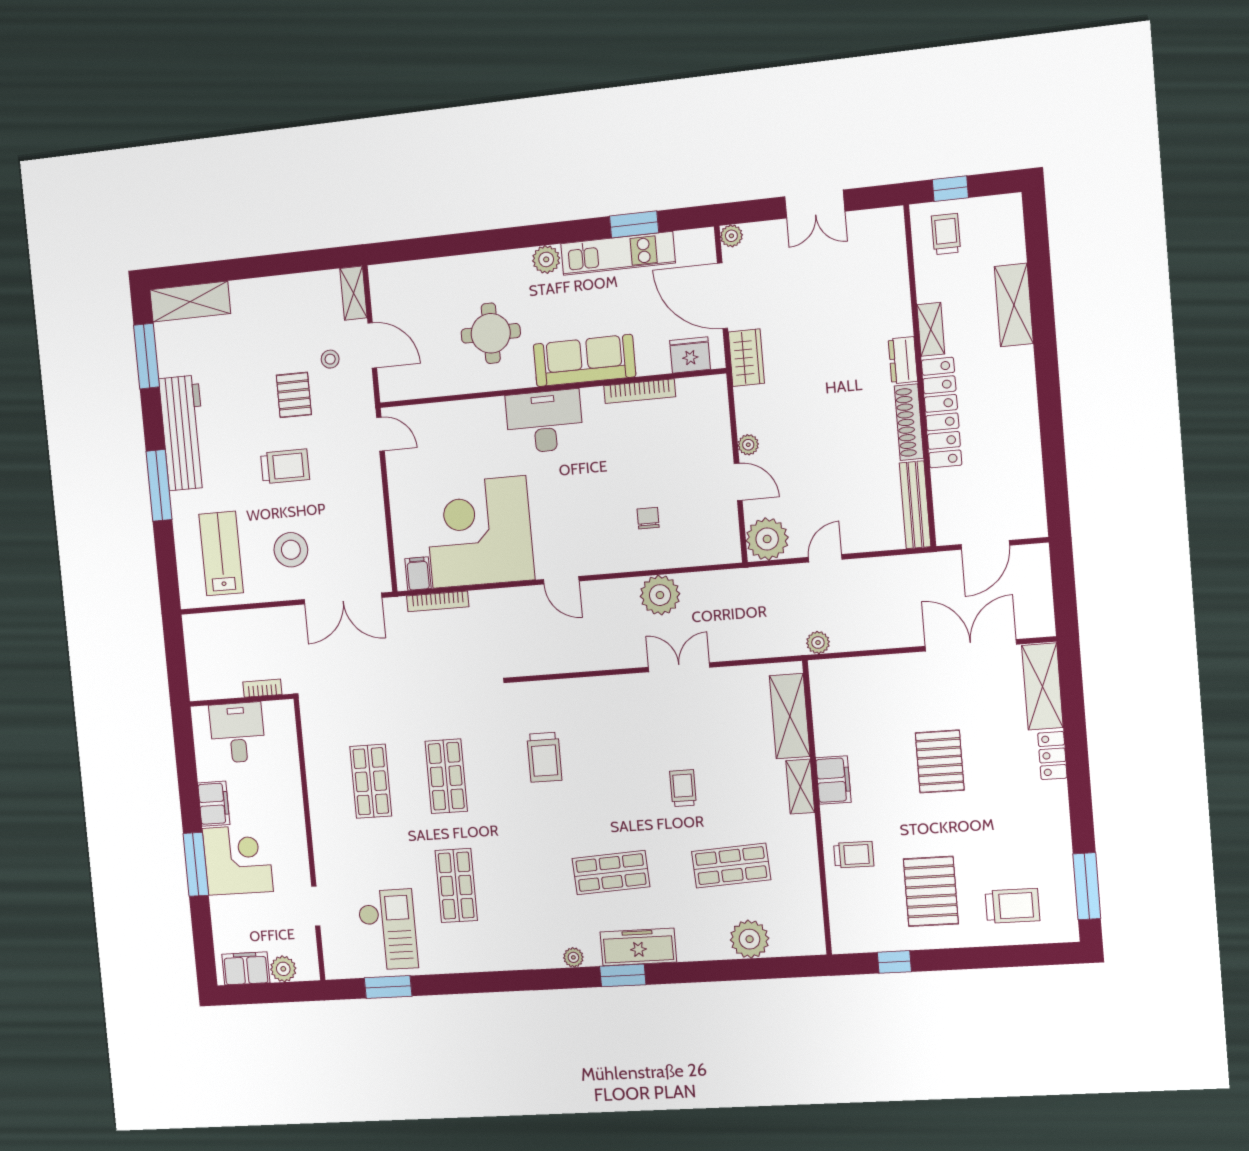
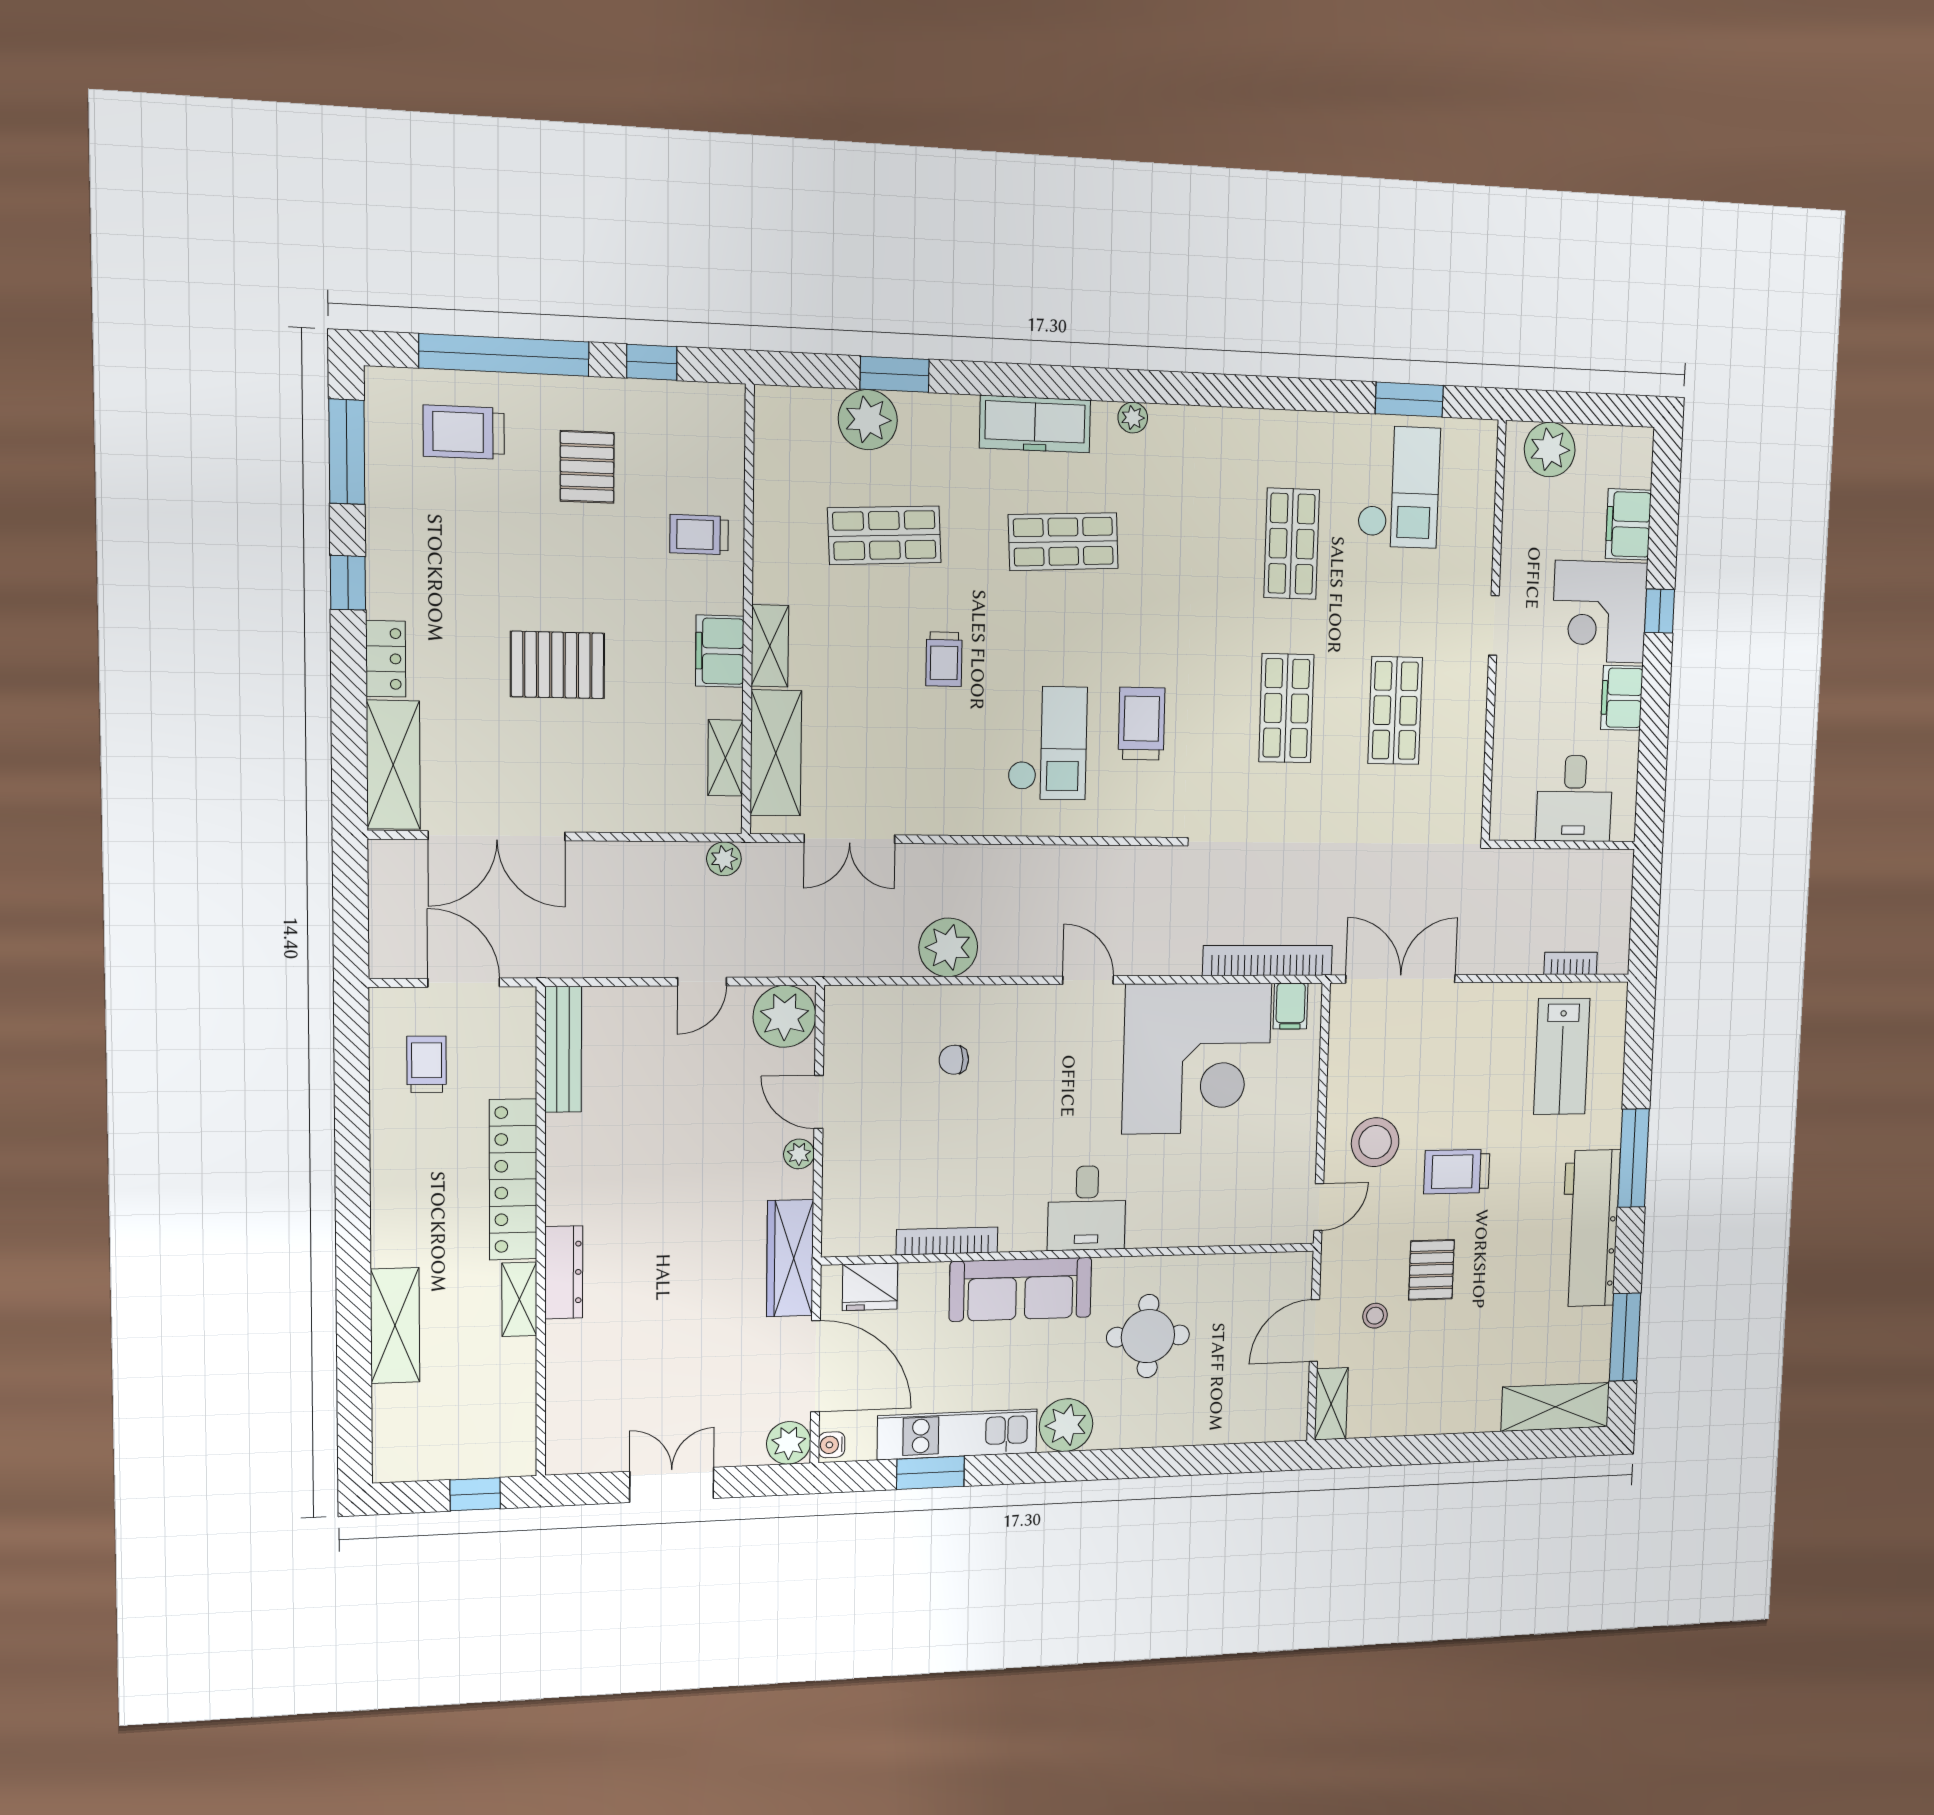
trolley: (946, 234) -> (427, 1064), moved, turned 180
plant: (731, 236) -> (789, 1443), width x1.38, depth x1.38
water cooler: (706, 240) -> (831, 1445), added
plant: (546, 259) -> (1066, 1425), width x1.36, depth x1.36
door: (372, 345) -> (1314, 1331), hinge flipped
wardrobe: (746, 358) -> (790, 1258), width x1.50
dresser: (903, 360) -> (564, 1272), width x1.44
desk: (544, 421) -> (1087, 1208), width x0.73
shoe rack: (909, 422) -> (562, 1169), removed
door: (380, 434) -> (1319, 1207), swing flipped
chair: (648, 518) -> (954, 1060), turned 90
door: (985, 545) -> (464, 983), hinge flipped
stool: (291, 550) -> (1375, 1142), moved
bookcase: (438, 601) -> (1268, 960), width x1.48, depth x1.31
double door: (679, 667) -> (850, 839), moved
bookcase: (262, 688) -> (1571, 963), moved, turned 180
shelving: (823, 710) -> (725, 758), added
checkout: (607, 739) -> (1048, 743), added
pallet: (940, 761) -> (557, 665), turned 90
window: (1080, 802) -> (348, 583), added
window: (196, 864) -> (1660, 611), width x0.46
pallet: (931, 891) -> (587, 467), width x0.67, depth x0.71
doorway: (316, 906) -> (1494, 625), moved
checkout: (388, 930) -> (1399, 487), turned 180
window: (990, 957) -> (504, 355), added
filing cabinet: (246, 968) -> (1628, 524), moved, turned 90
plant: (283, 969) -> (1550, 450), width x1.36, depth x1.36
window: (623, 975) -> (895, 374), moved

